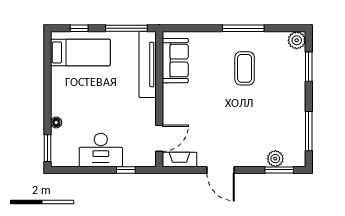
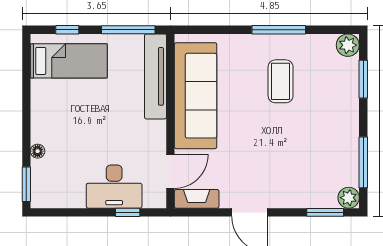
sofa: (175, 61) -> (196, 96), width x1.85, depth x1.27
desk: (101, 150) -> (114, 187), moved
plant: (275, 159) -> (349, 198), moved

